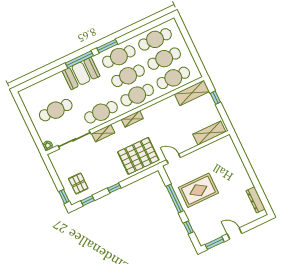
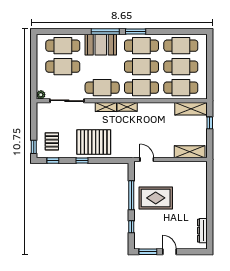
cafe table: (47, 91) -> (63, 46), added
shelving: (103, 133) -> (106, 107), moved
pallet: (138, 156) -> (94, 142), moved

